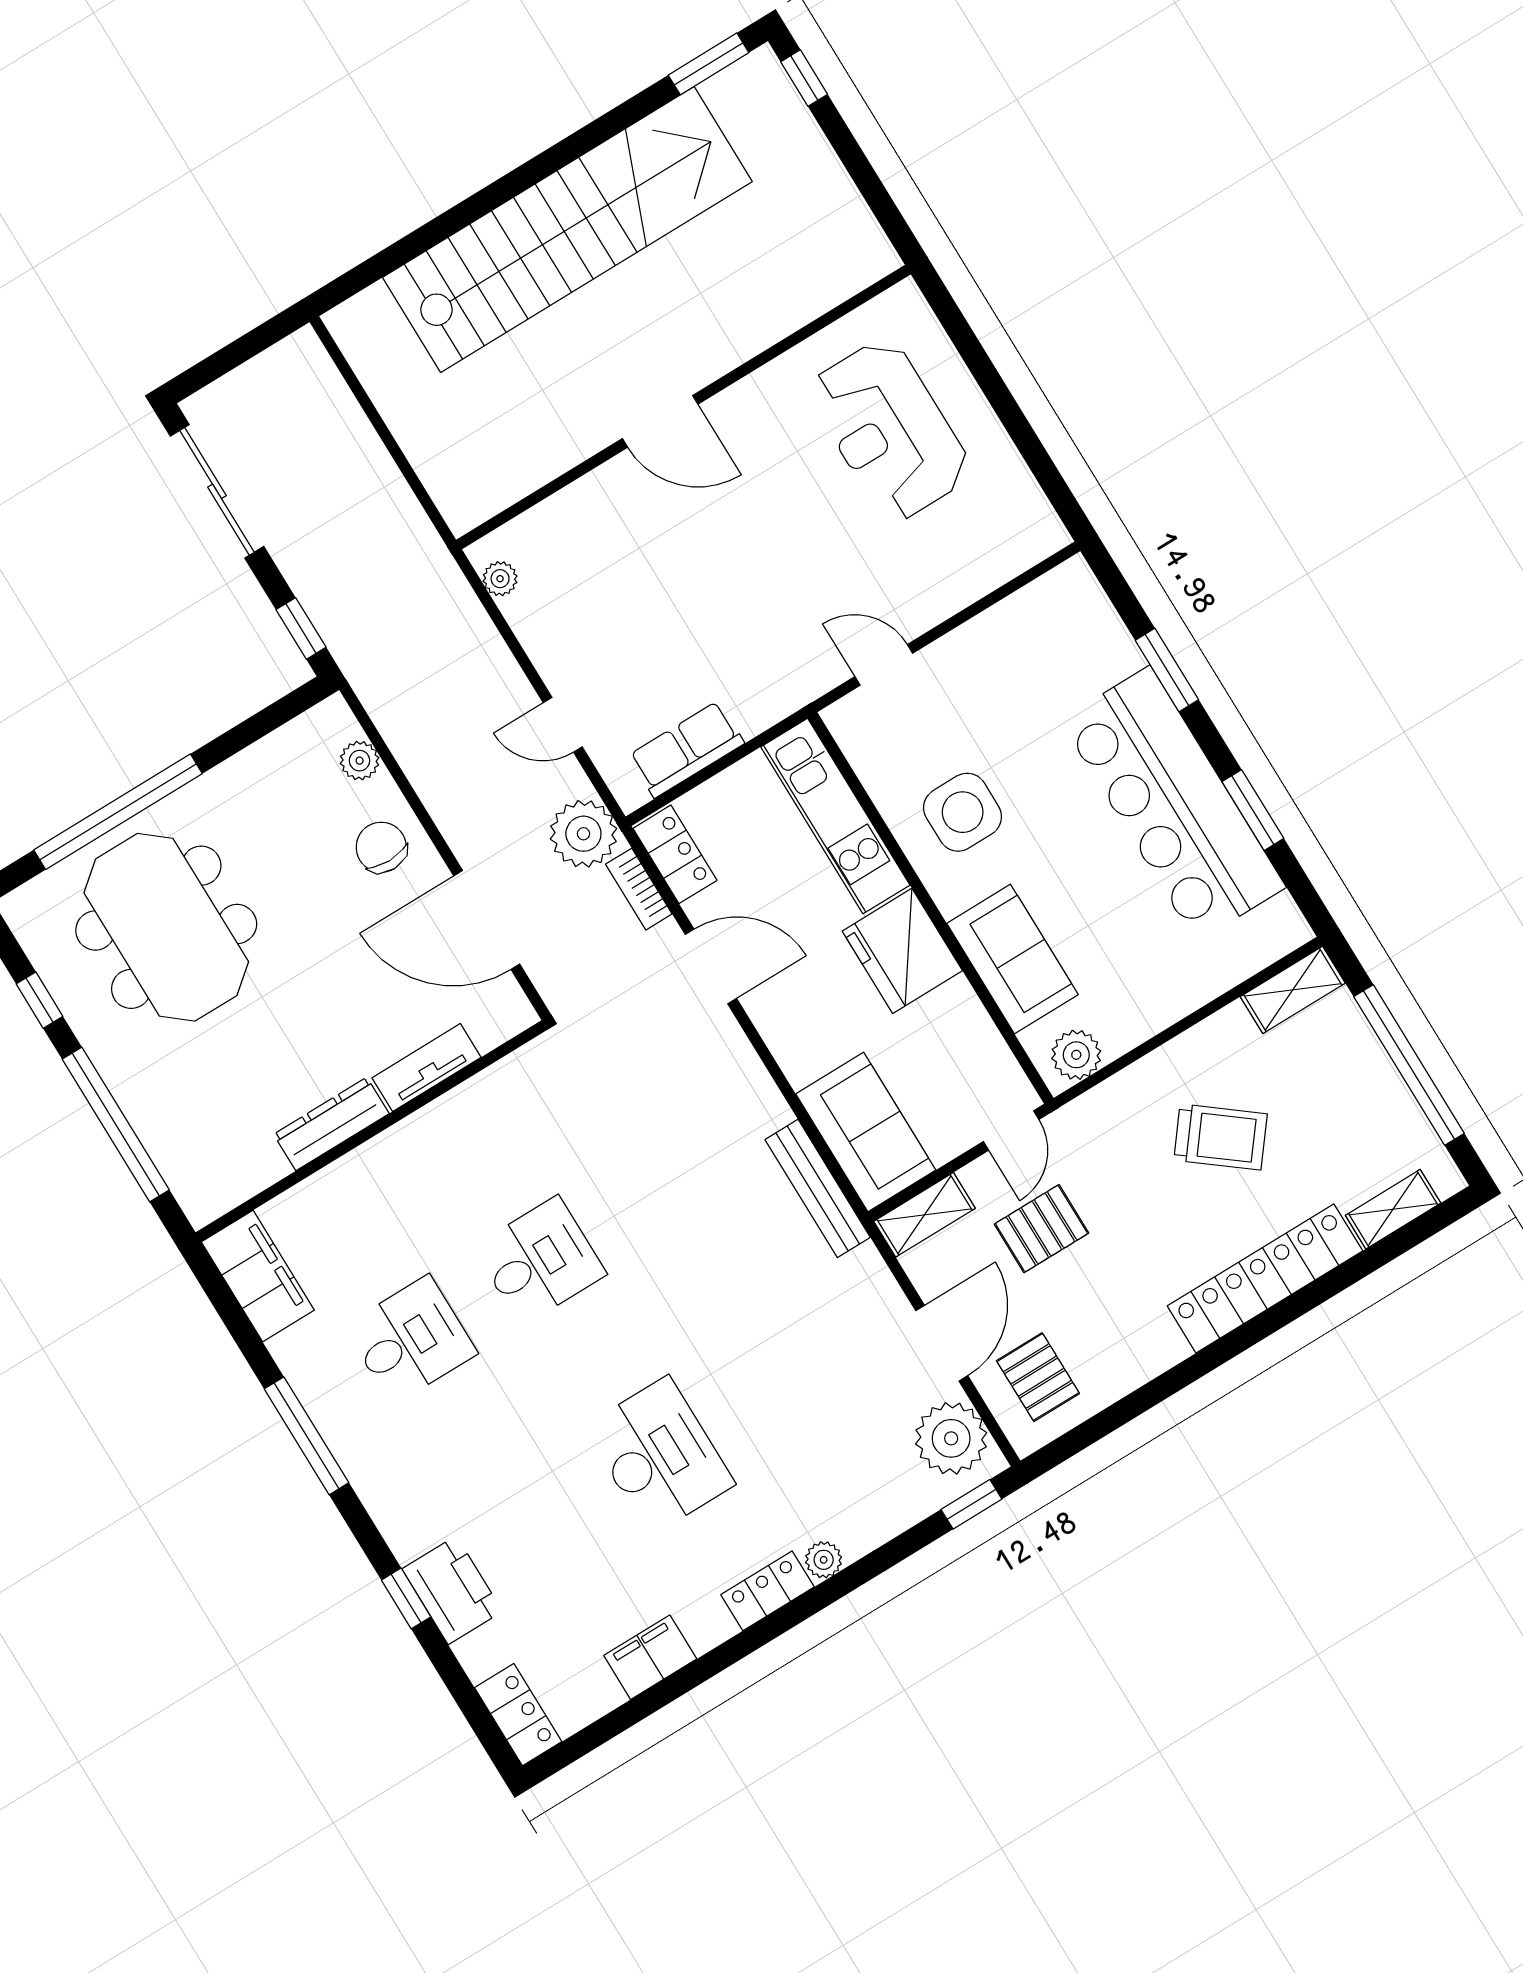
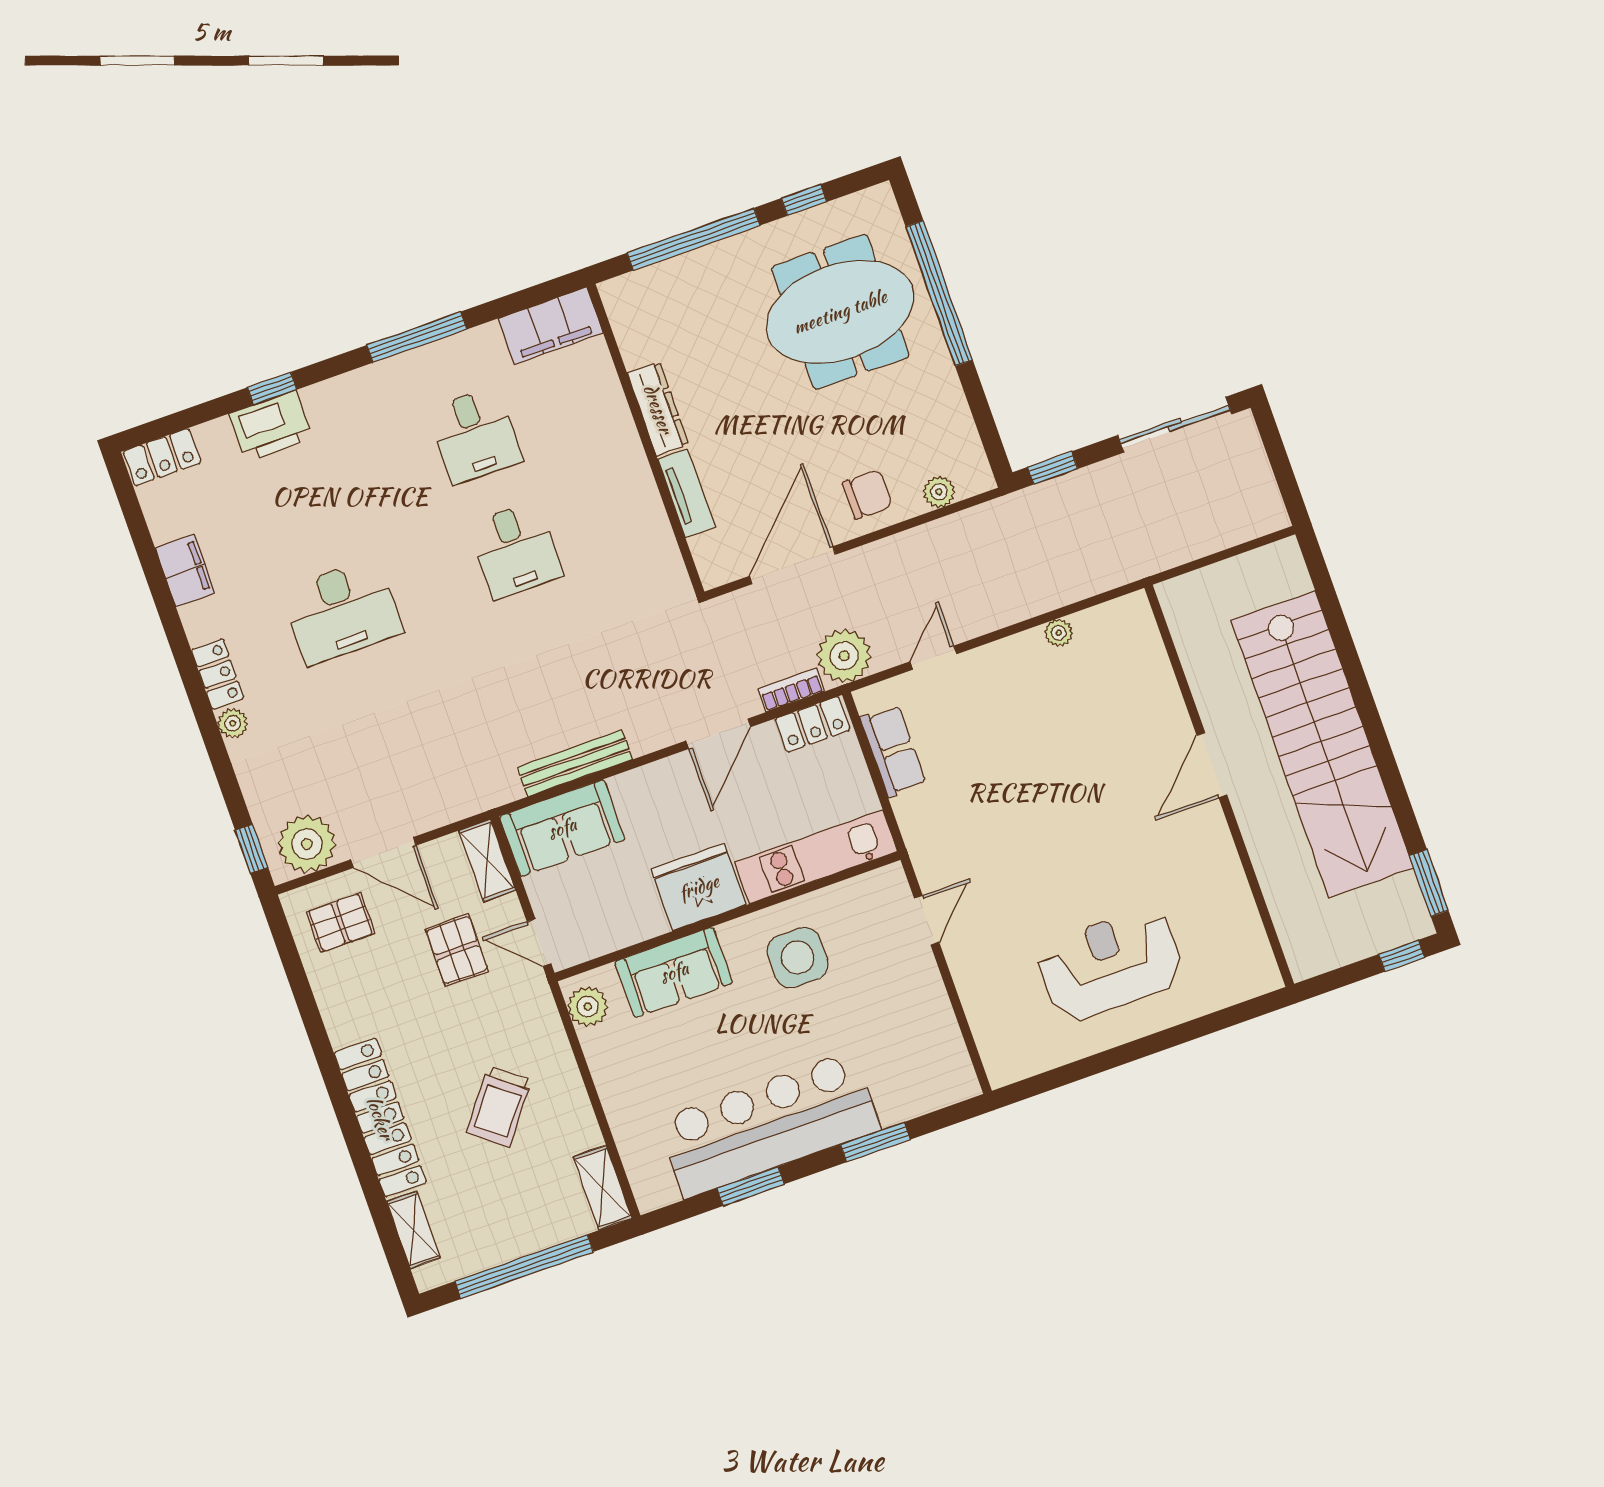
wall: (683, 407) -> (1219, 786), moved
door: (660, 421) -> (1212, 765), moved
bench: (818, 1188) -> (575, 763), moved

